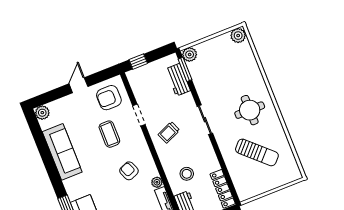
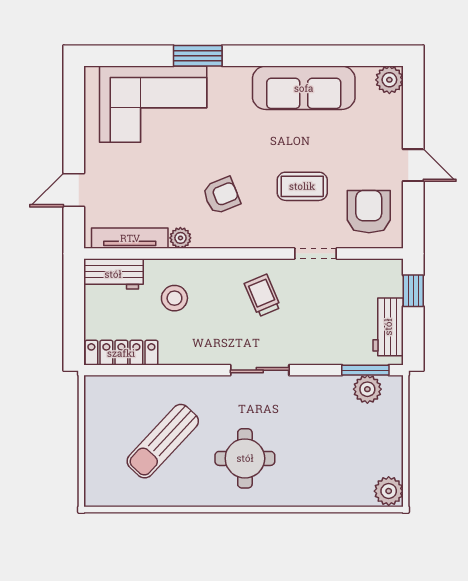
plant: (190, 54) -> (367, 389), moved
workbench: (178, 80) -> (388, 327), moved, turned -90

